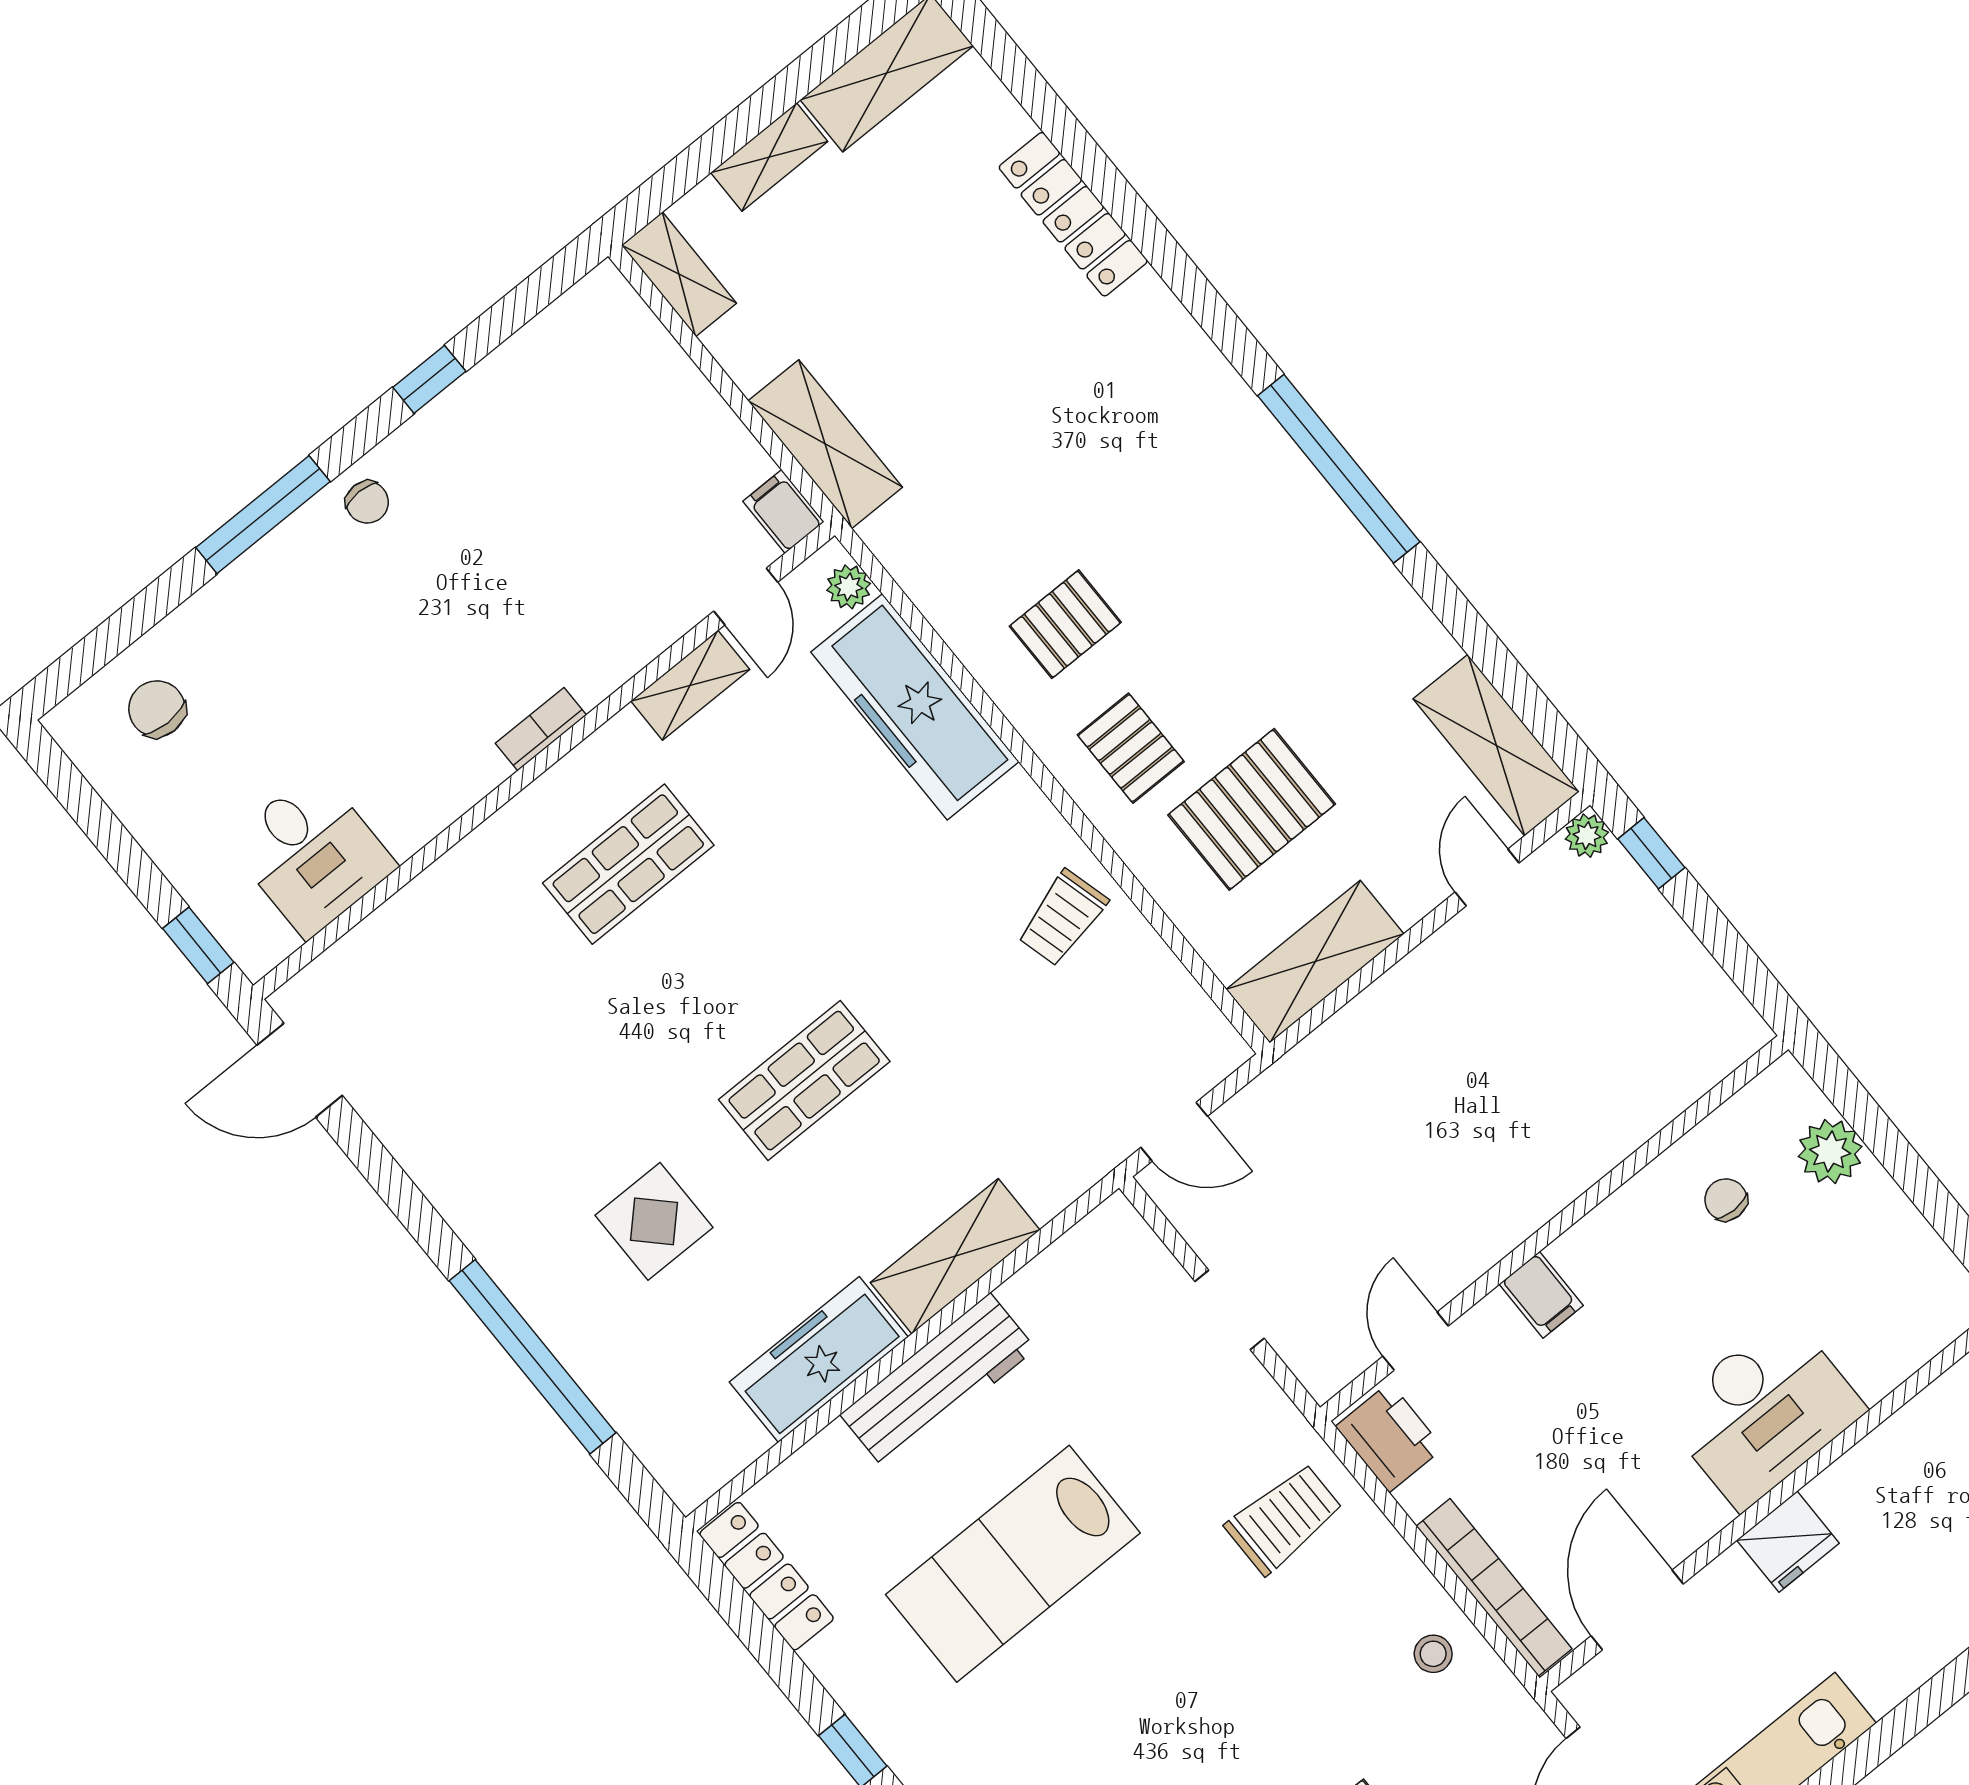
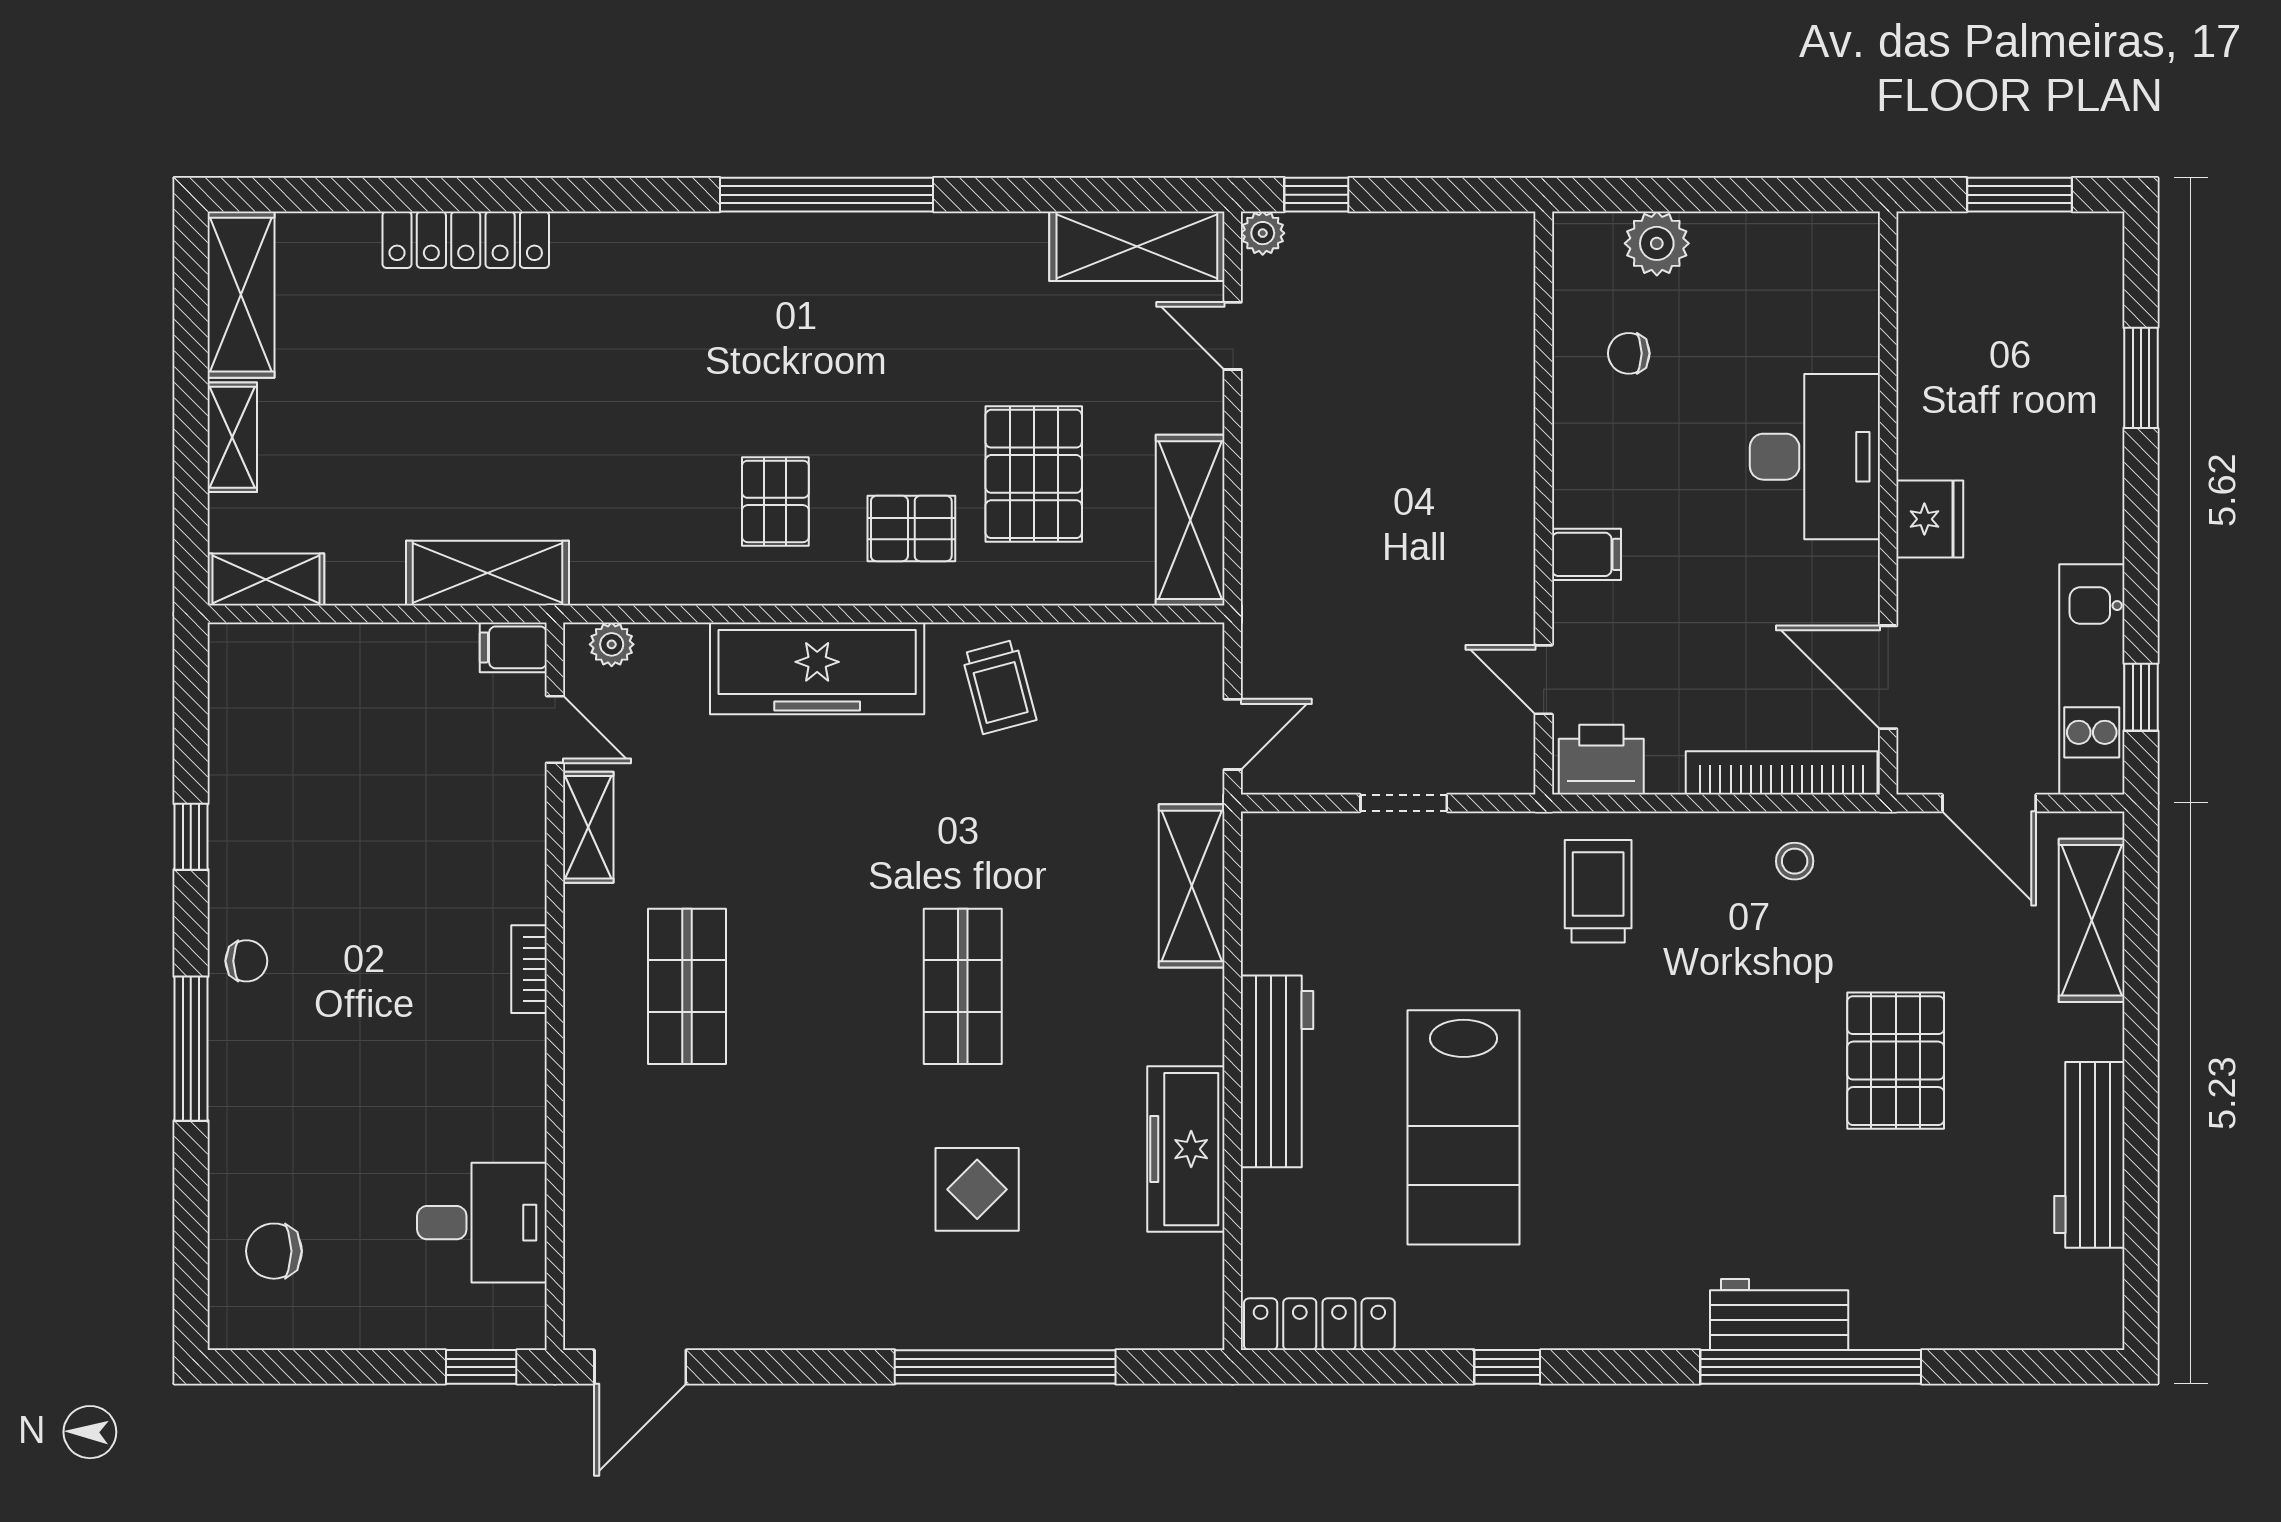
freezer: (915, 707) -> (817, 668), moved
shelving: (955, 1256) -> (1192, 886), moved

